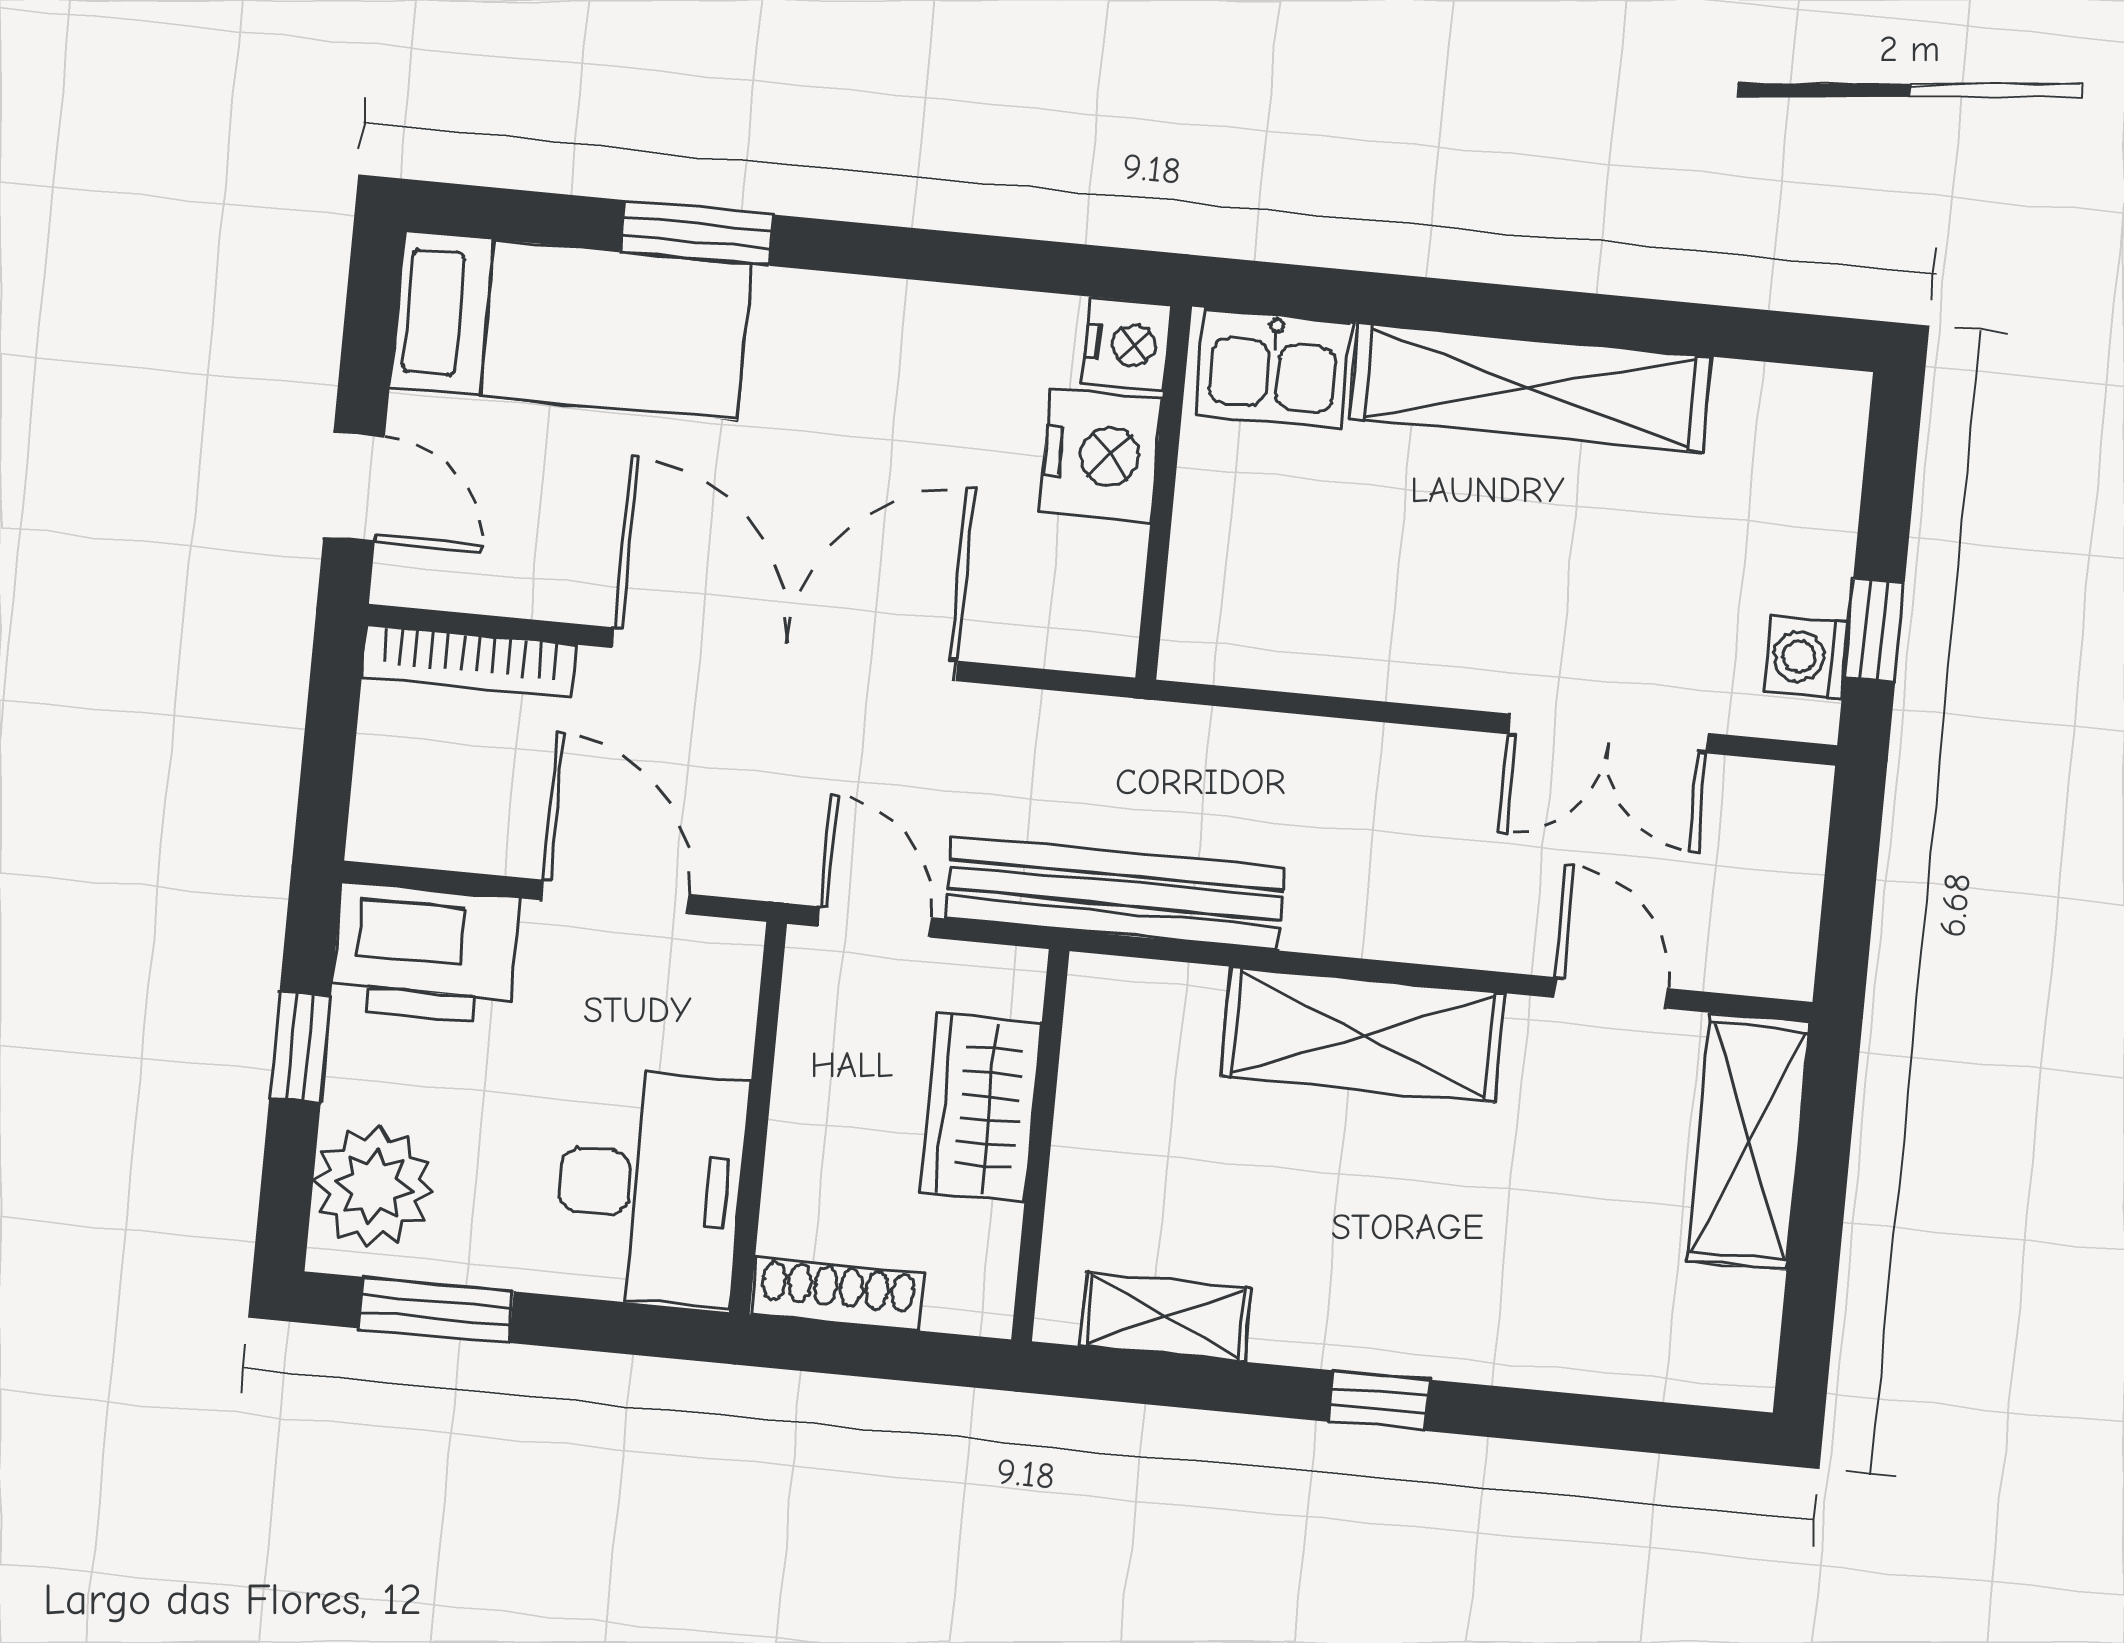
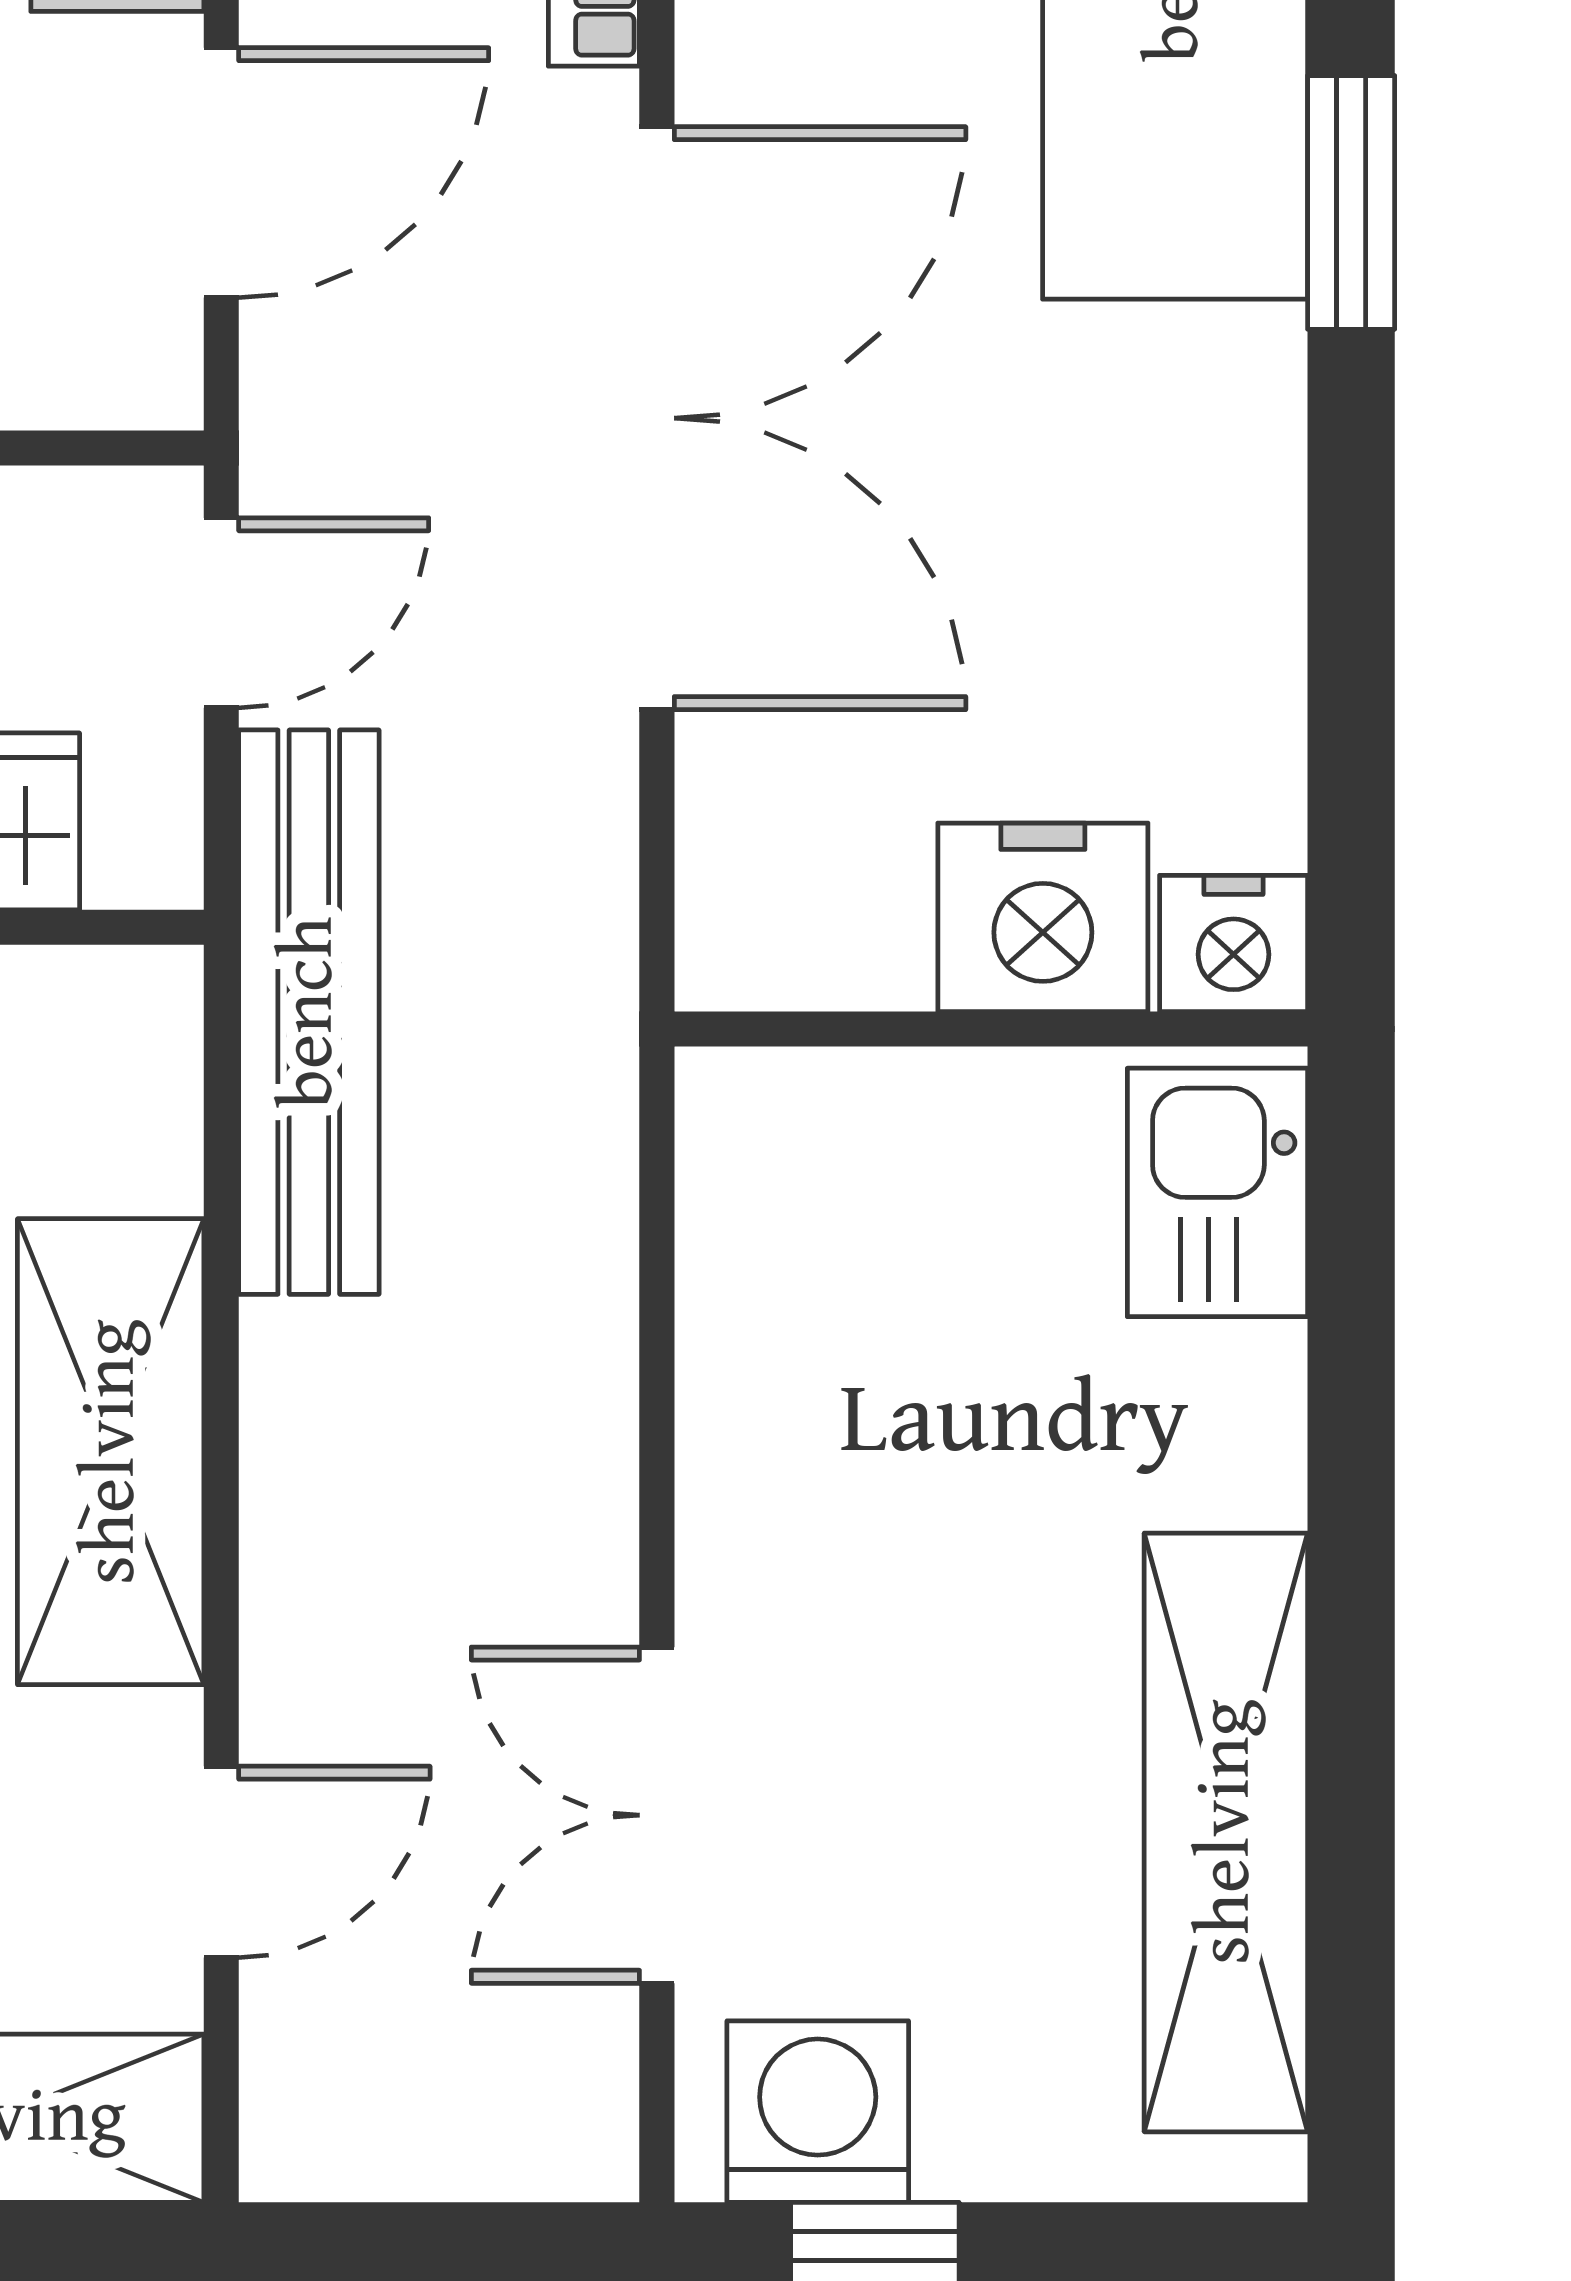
shelving: (1530, 388) -> (1226, 1832), moved
washing machine: (1806, 657) -> (818, 2112), width x1.38, depth x1.38

